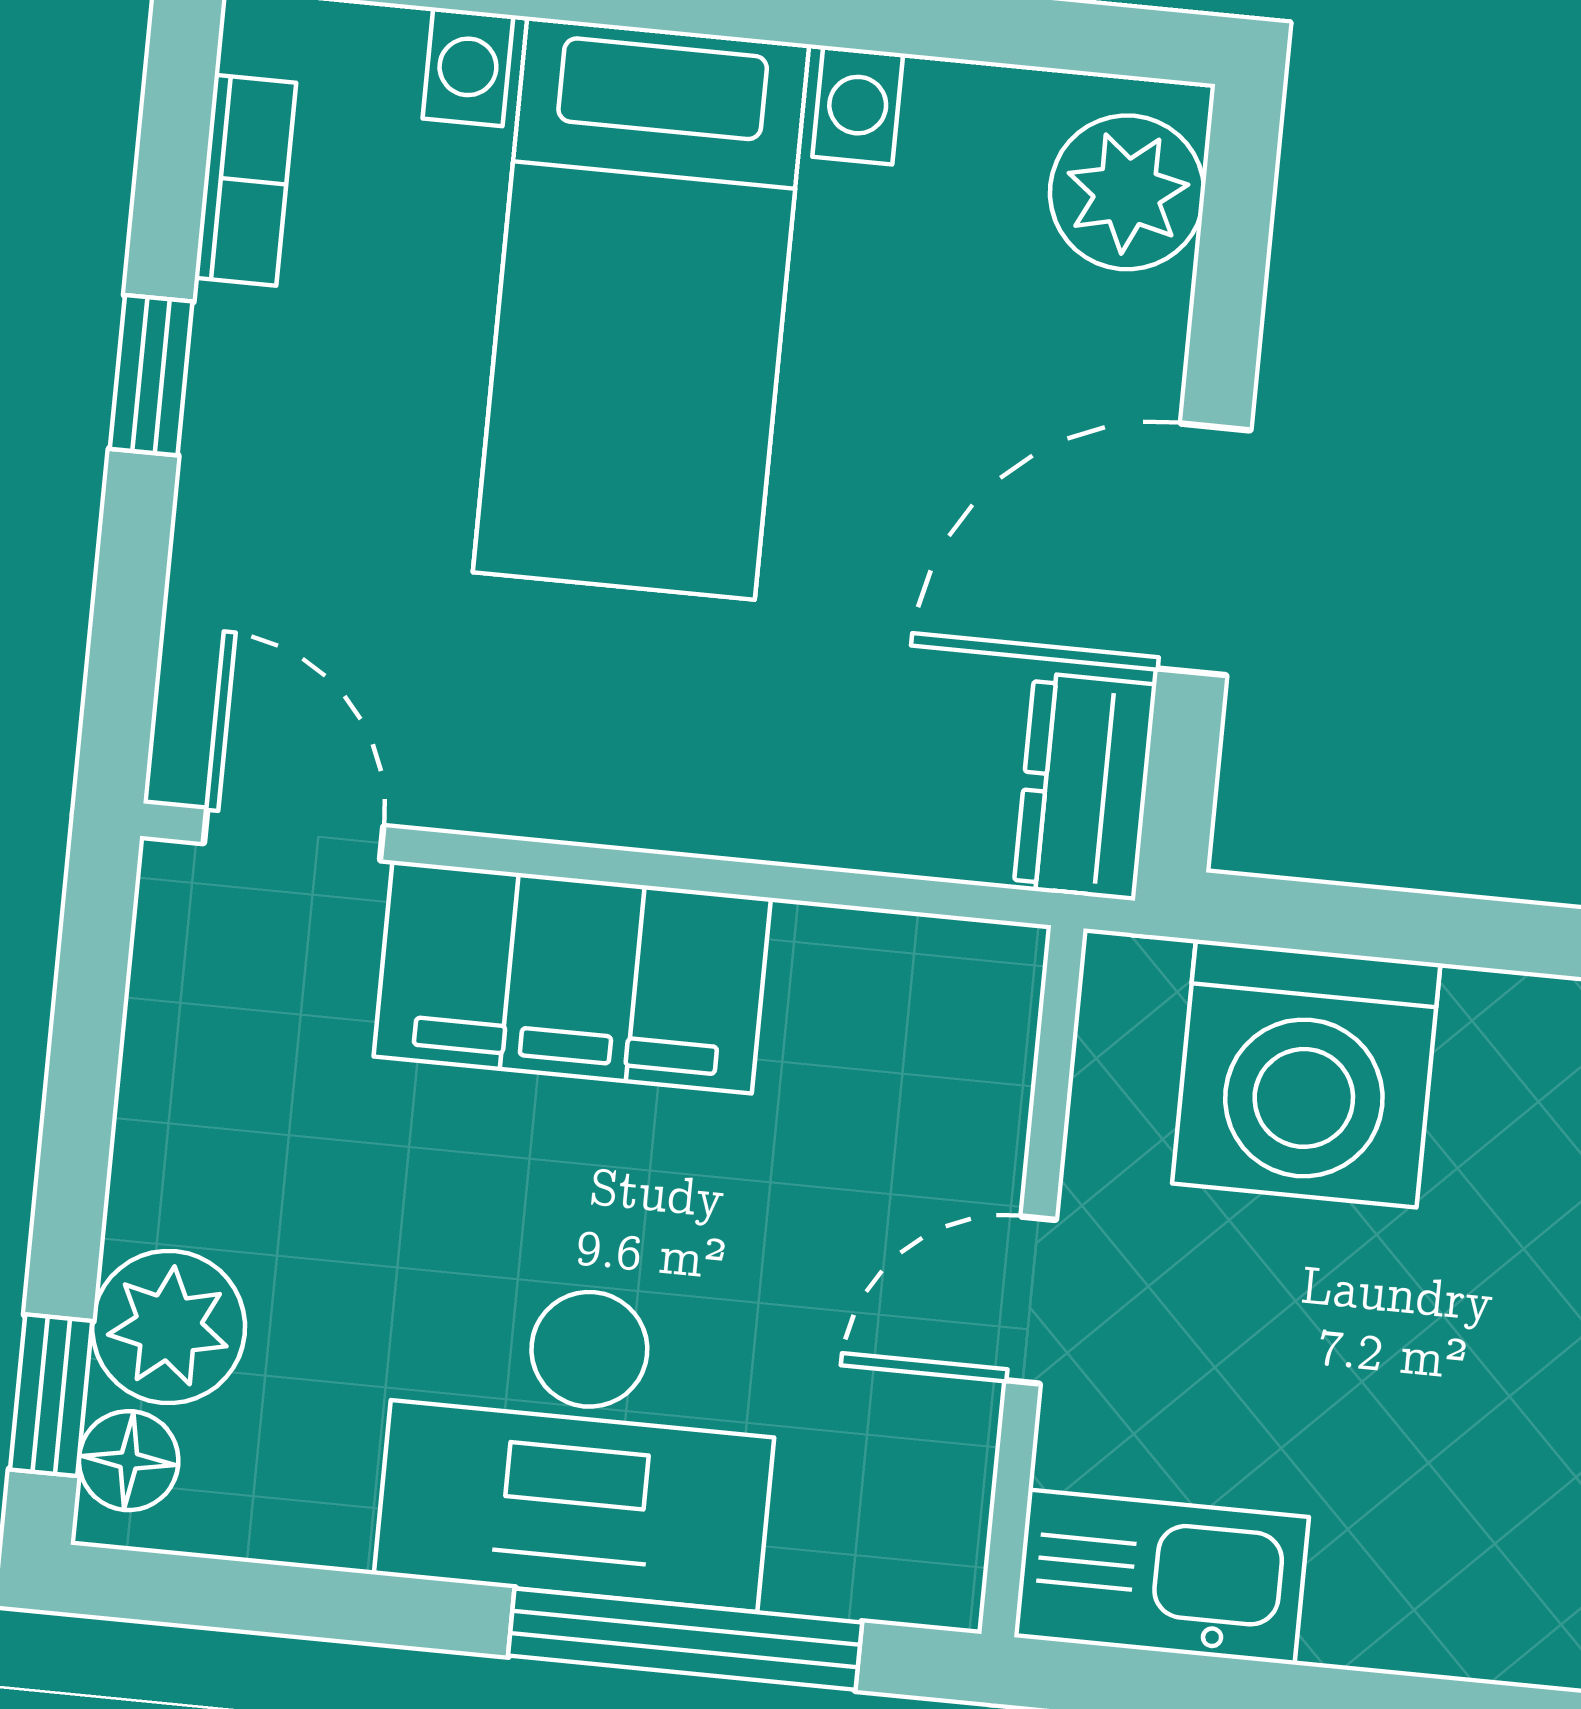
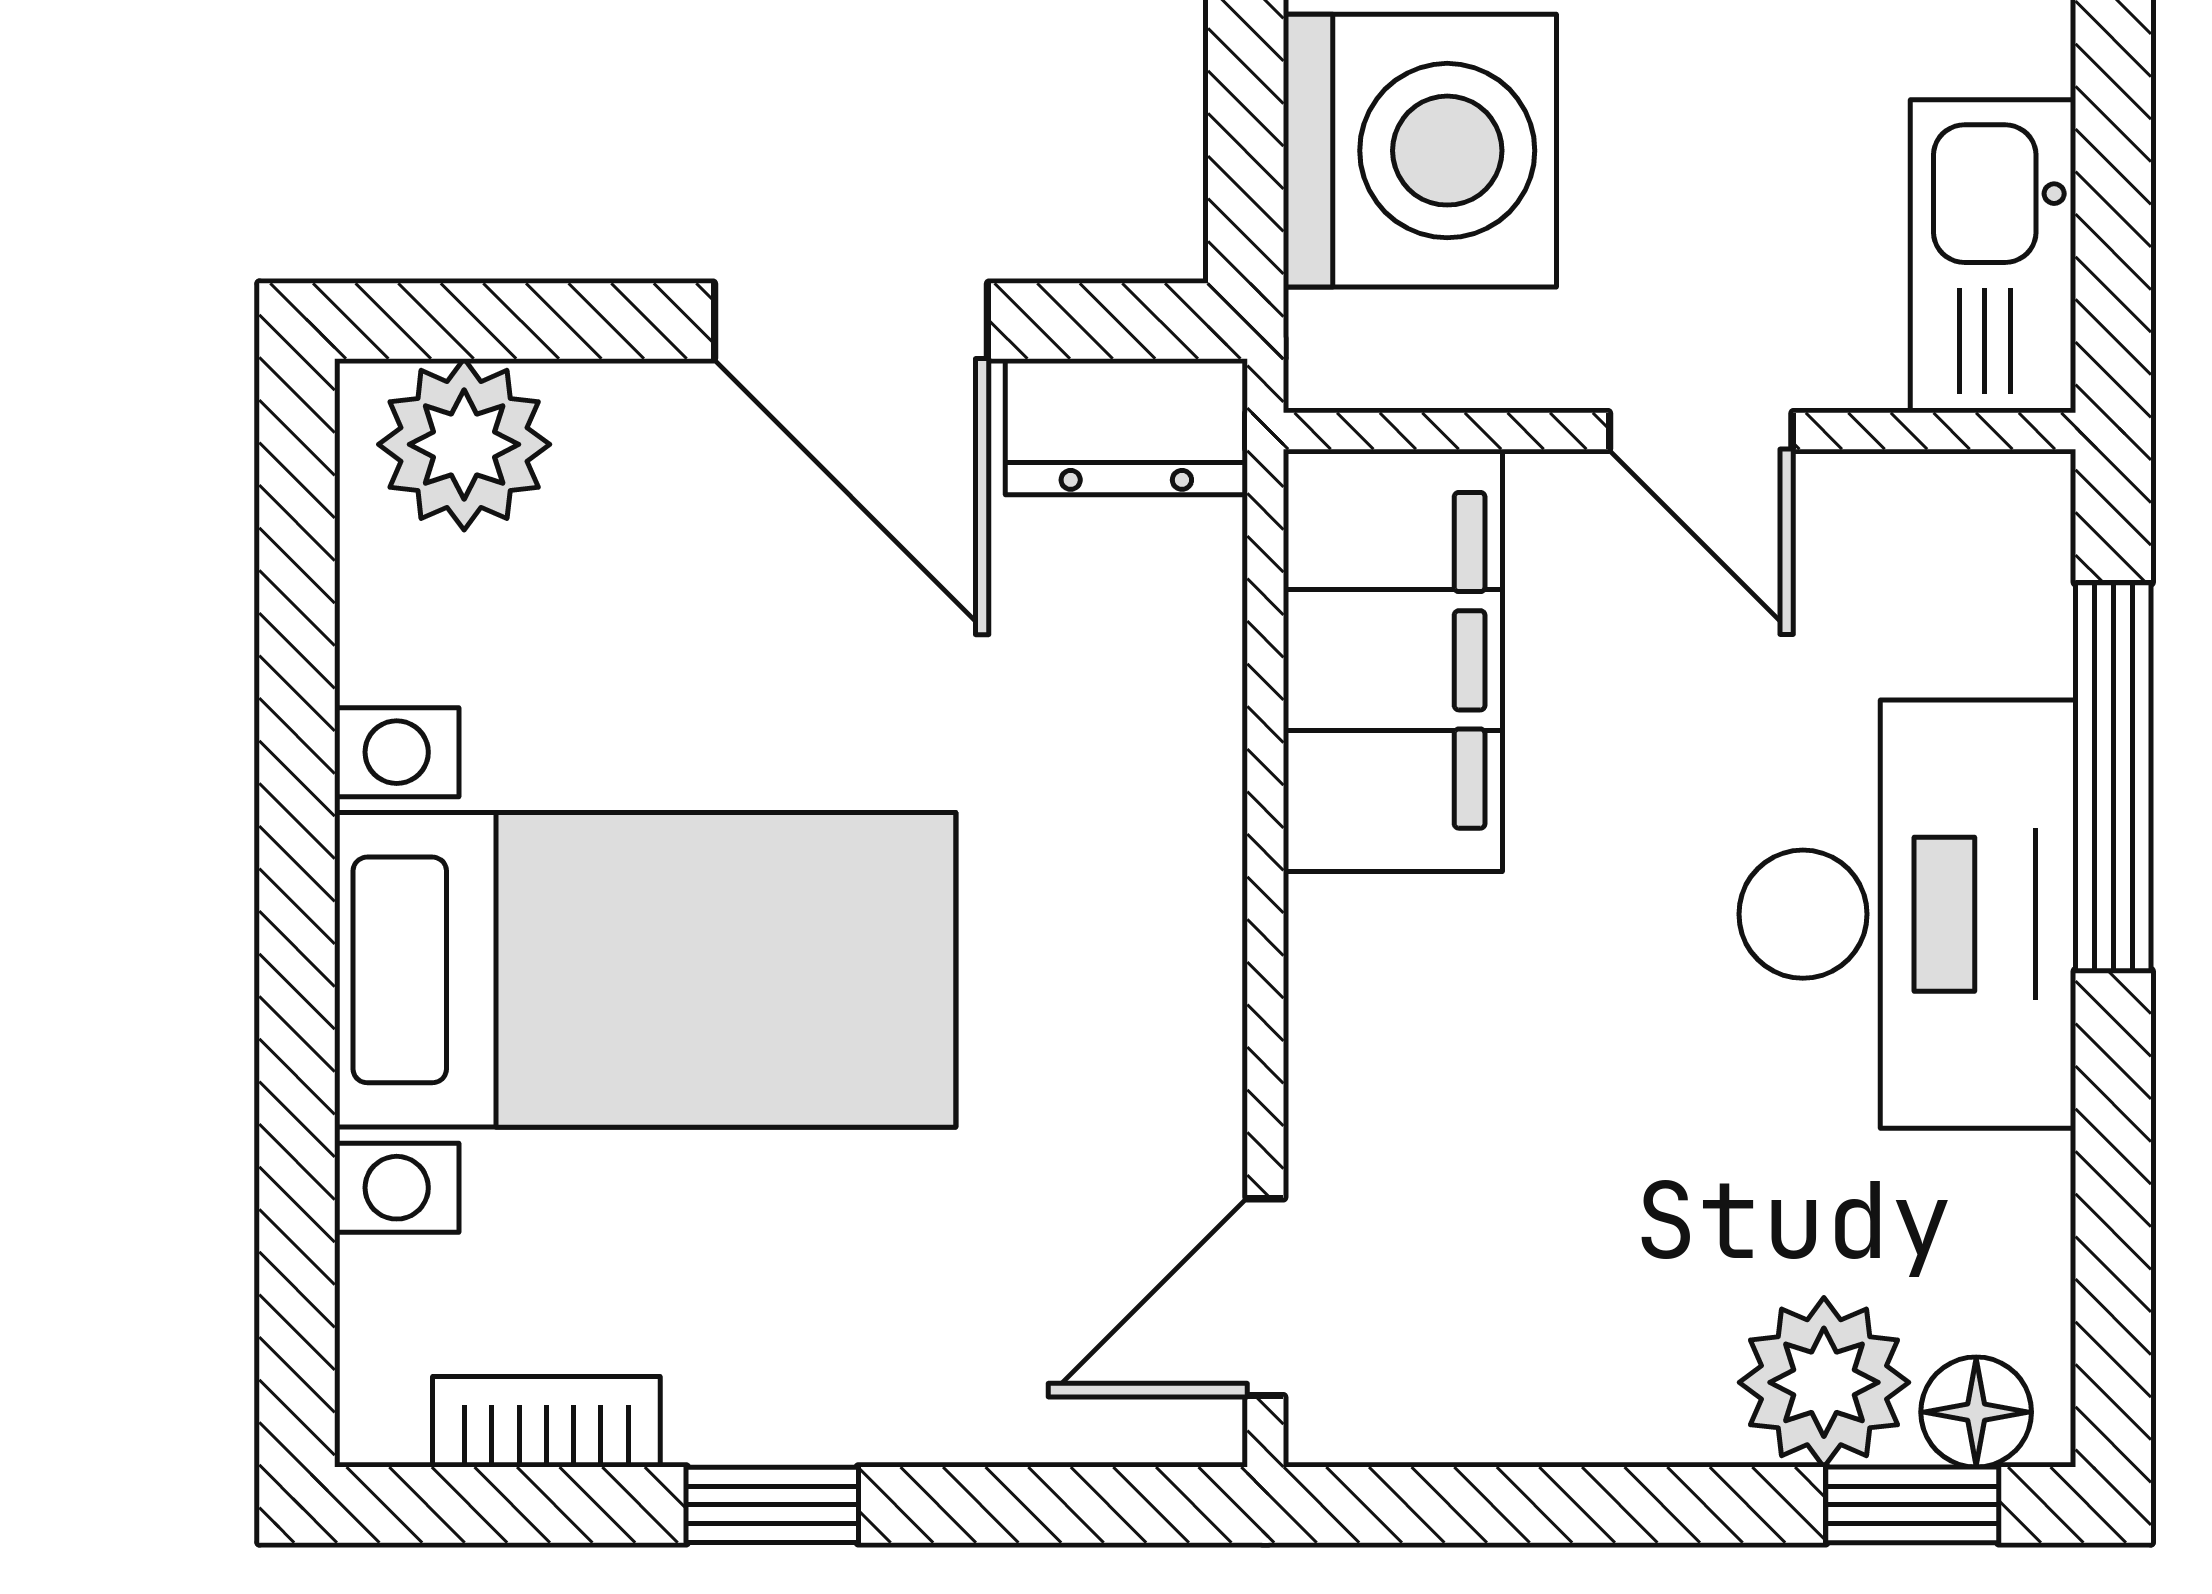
filing cabinet: (572, 977) -> (1393, 660), moved

